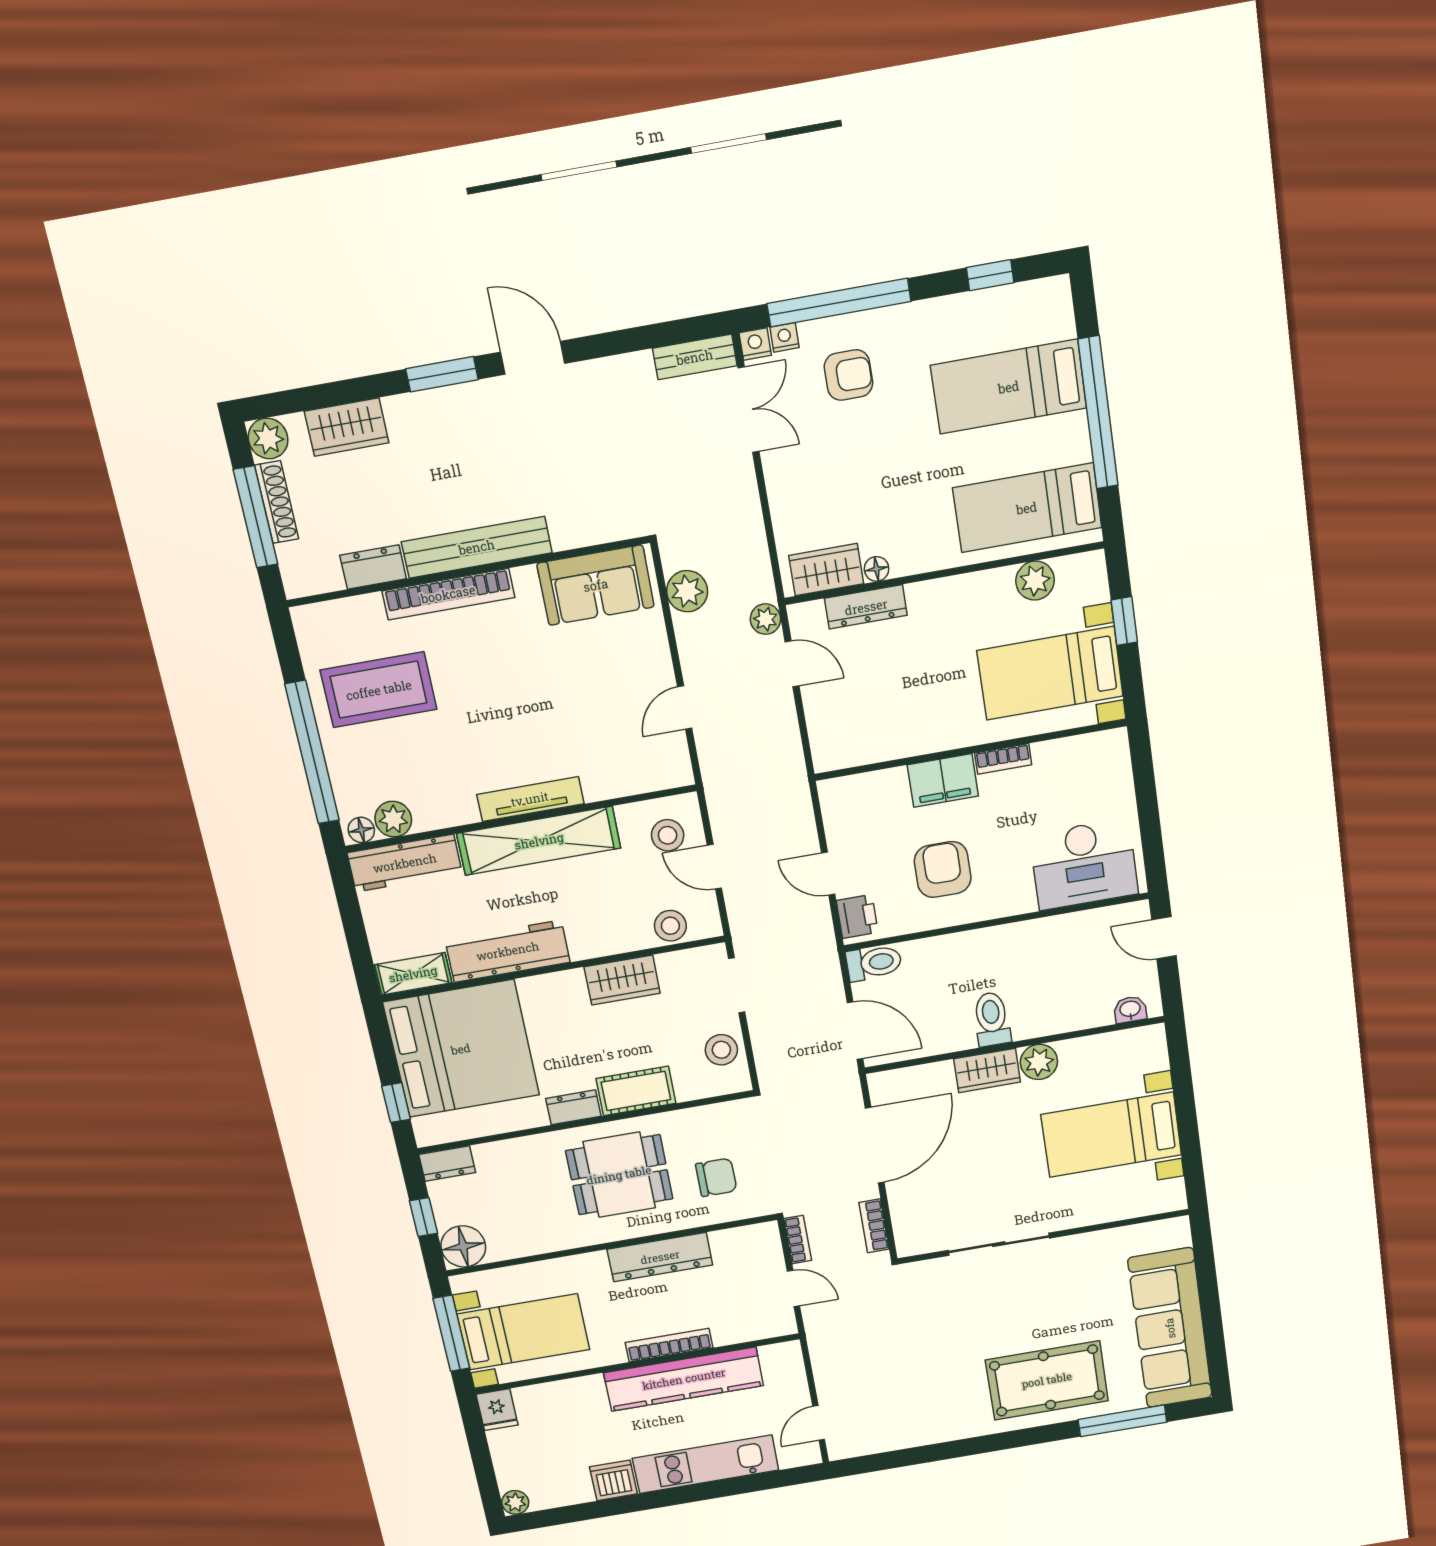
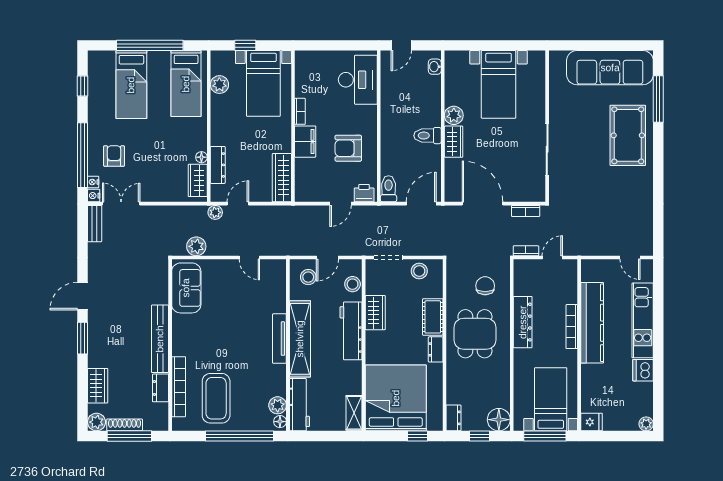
bookcase: (448, 594) -> (179, 387), moved
wardrobe: (861, 746) -> (282, 178), added
workbench: (508, 951) -> (351, 331), moved

